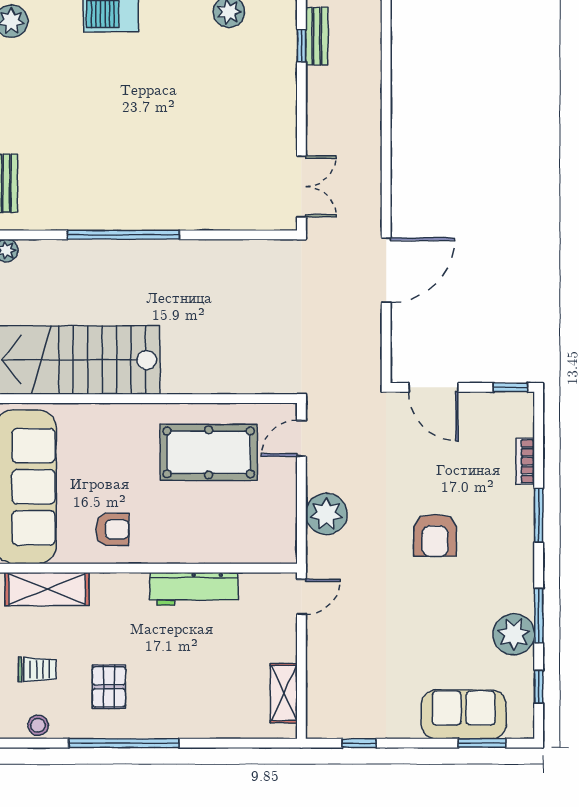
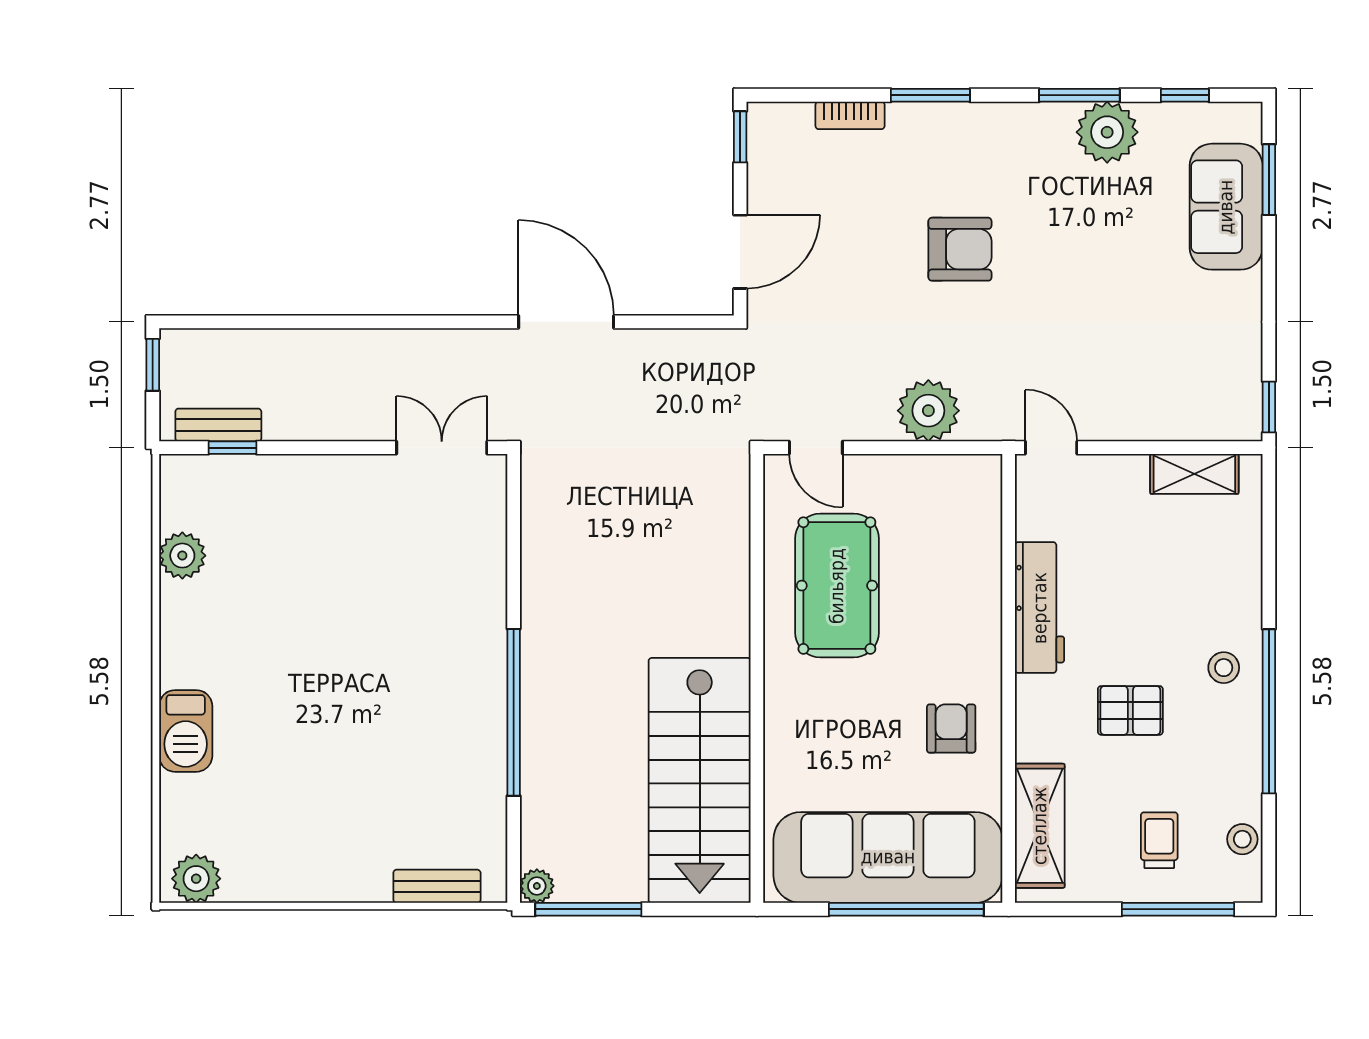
pallet: (109, 687) -> (1130, 710), moved
stool: (153, 713) -> (1224, 668), added
window: (359, 743) -> (1269, 407), moved

